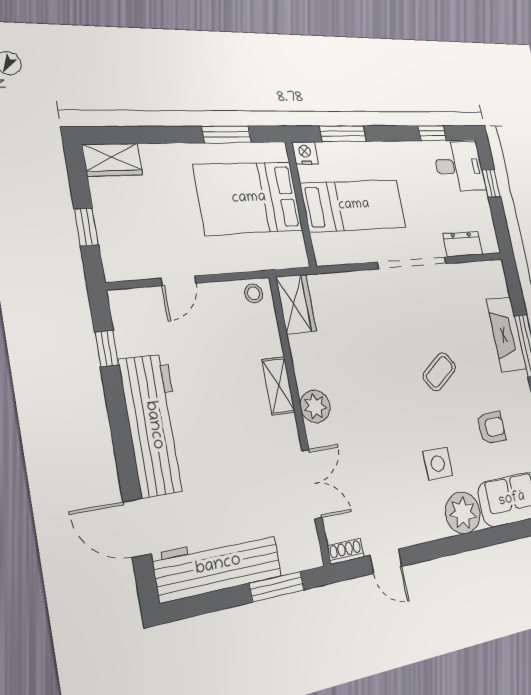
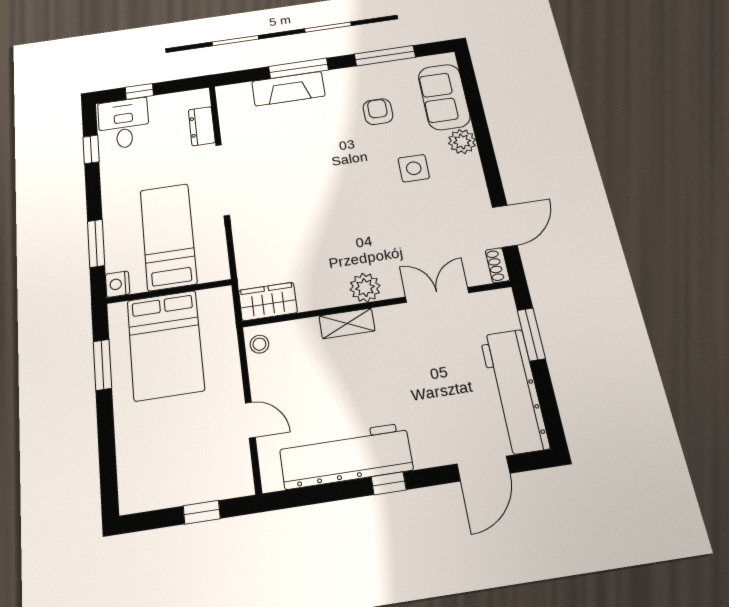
wardrobe: (112, 160) -> (133, 484), removed
window: (107, 348) -> (389, 483), moved
coffee table: (439, 372) -> (327, 160), removed
workbench: (154, 425) -> (346, 456), moved
plant: (463, 513) -> (462, 142), width x0.73, depth x0.73
door: (386, 561) -> (505, 226), width x1.37

